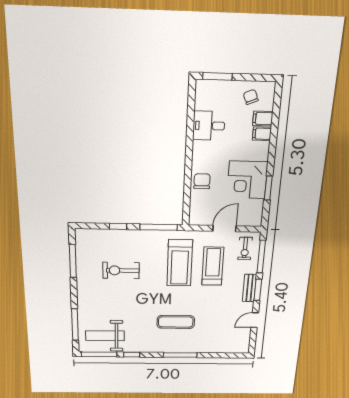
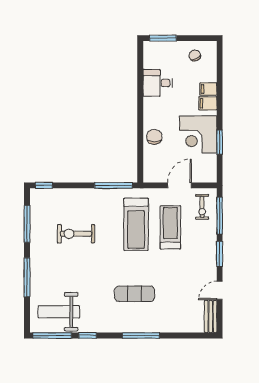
filing cabinet: (263, 119) -> (208, 103), moved
window: (118, 226) -> (44, 185), moved
bench: (250, 288) -> (211, 317), moved
window: (75, 325) -> (27, 277), moved

